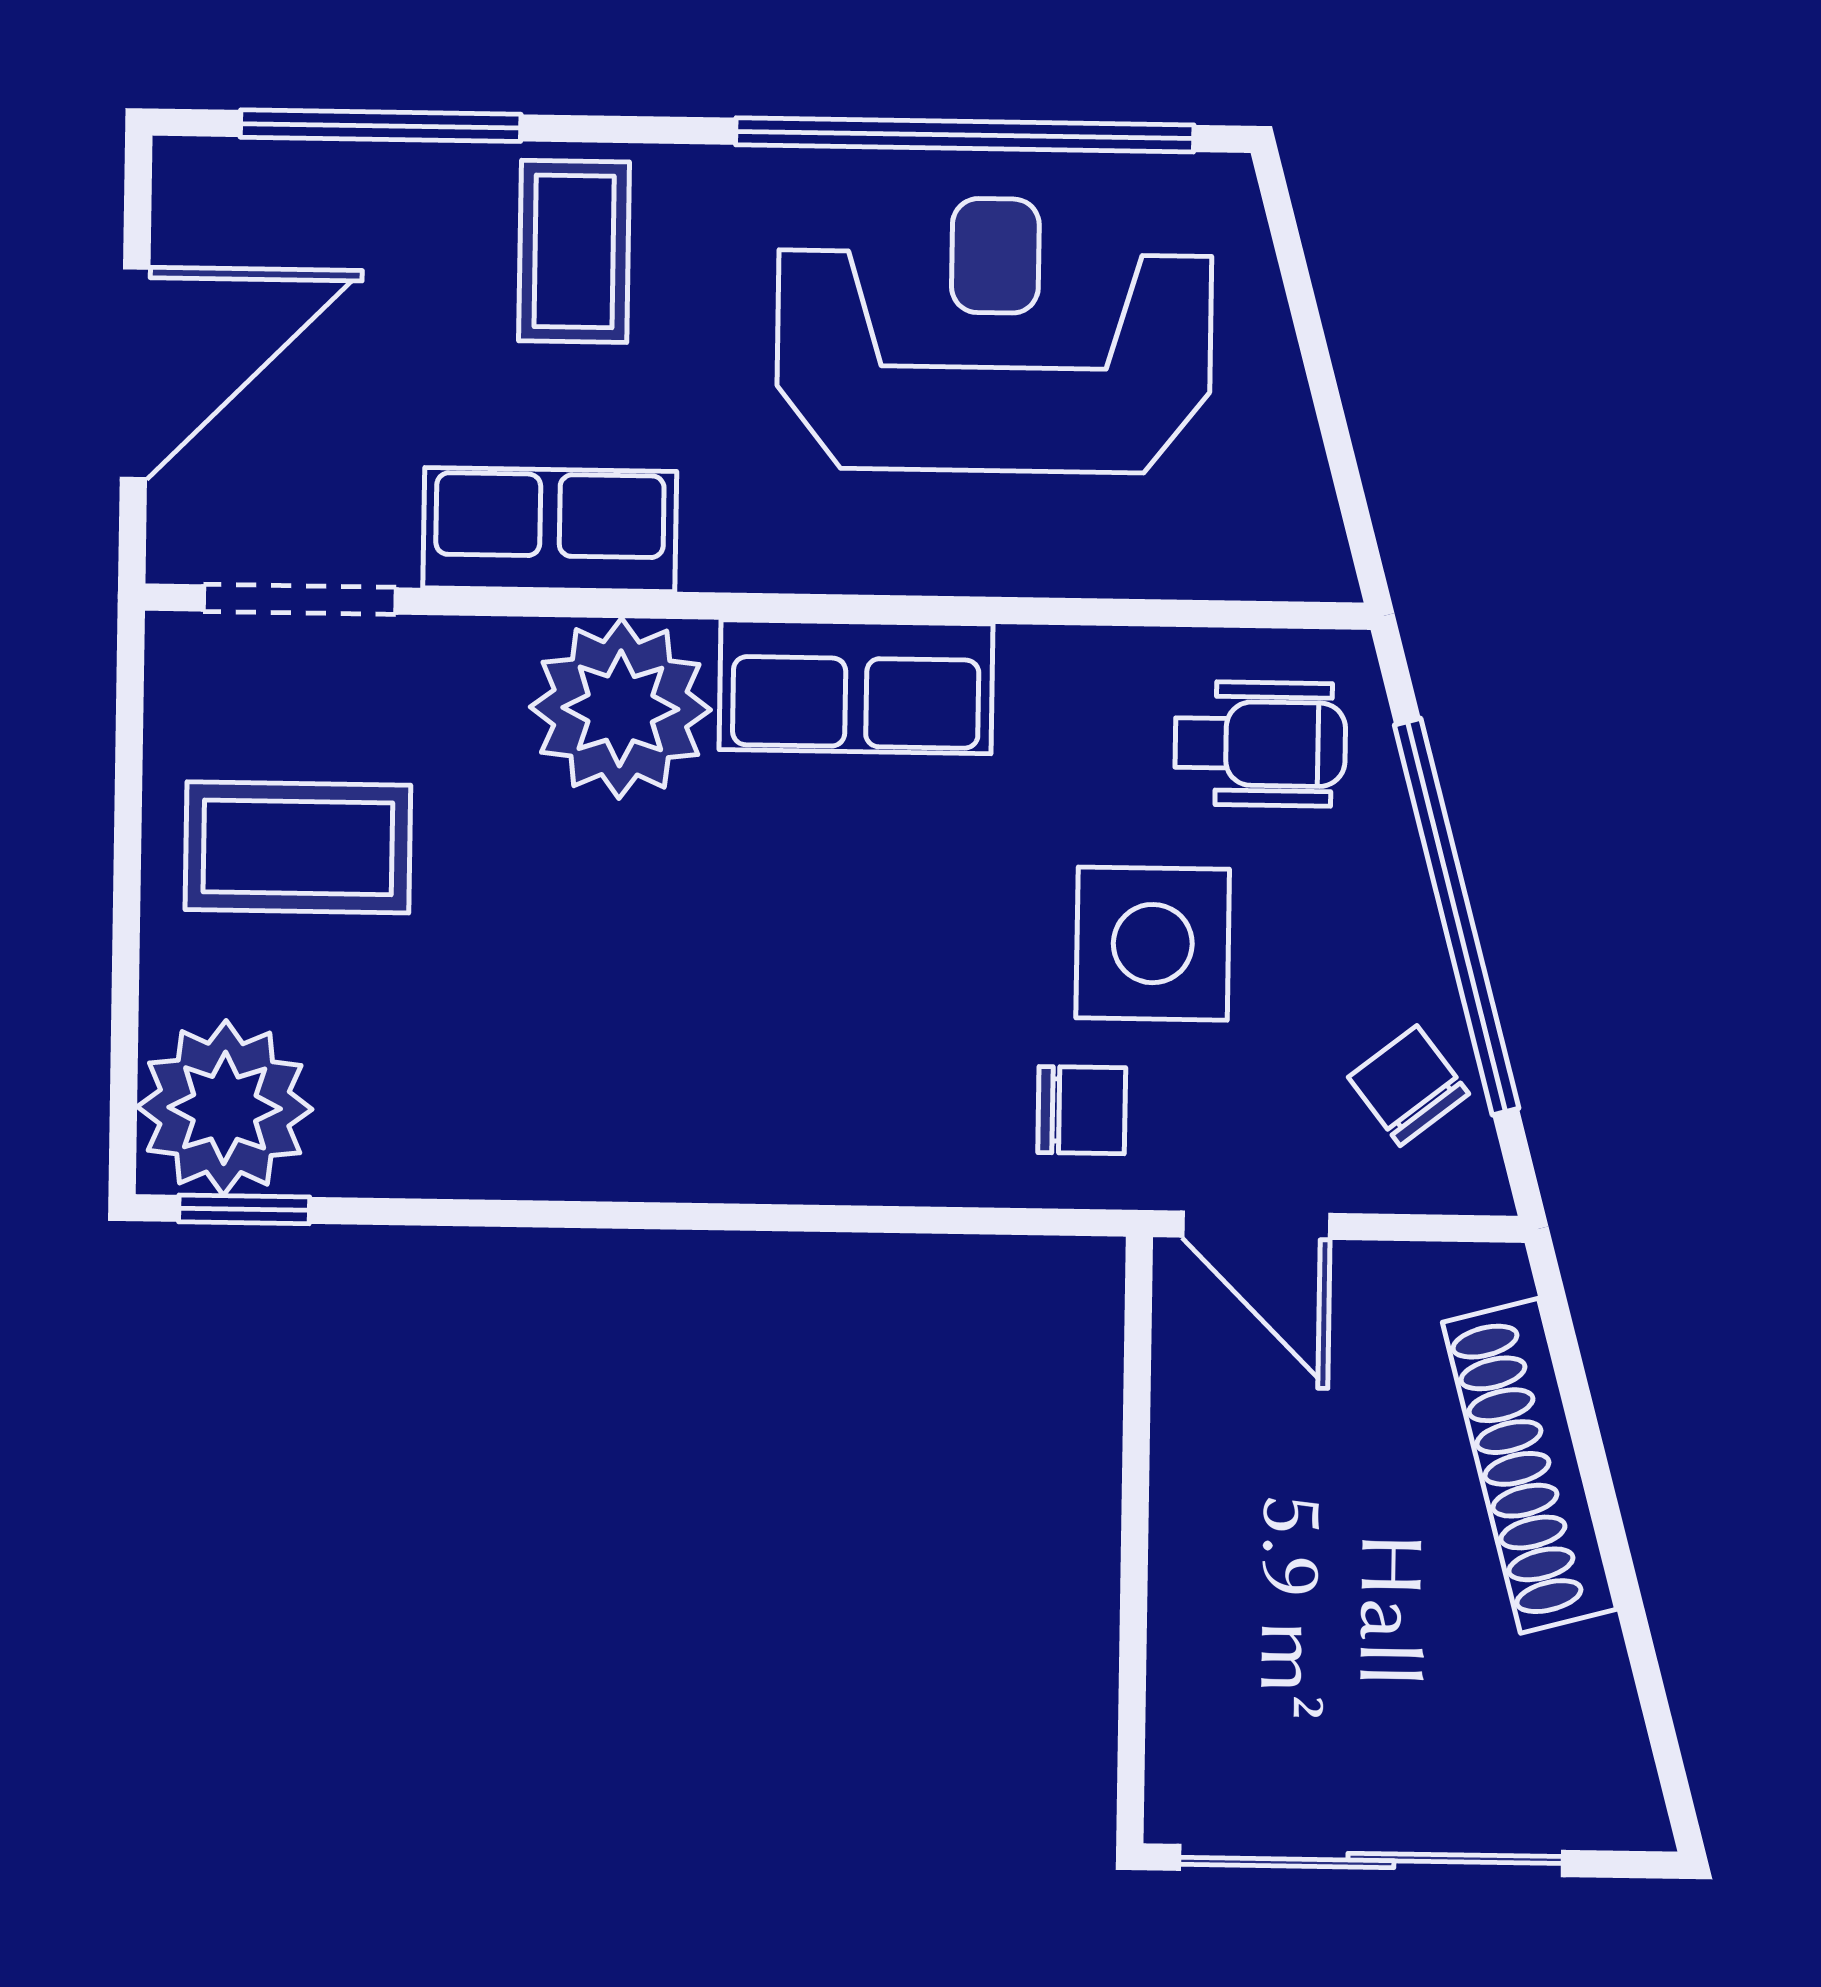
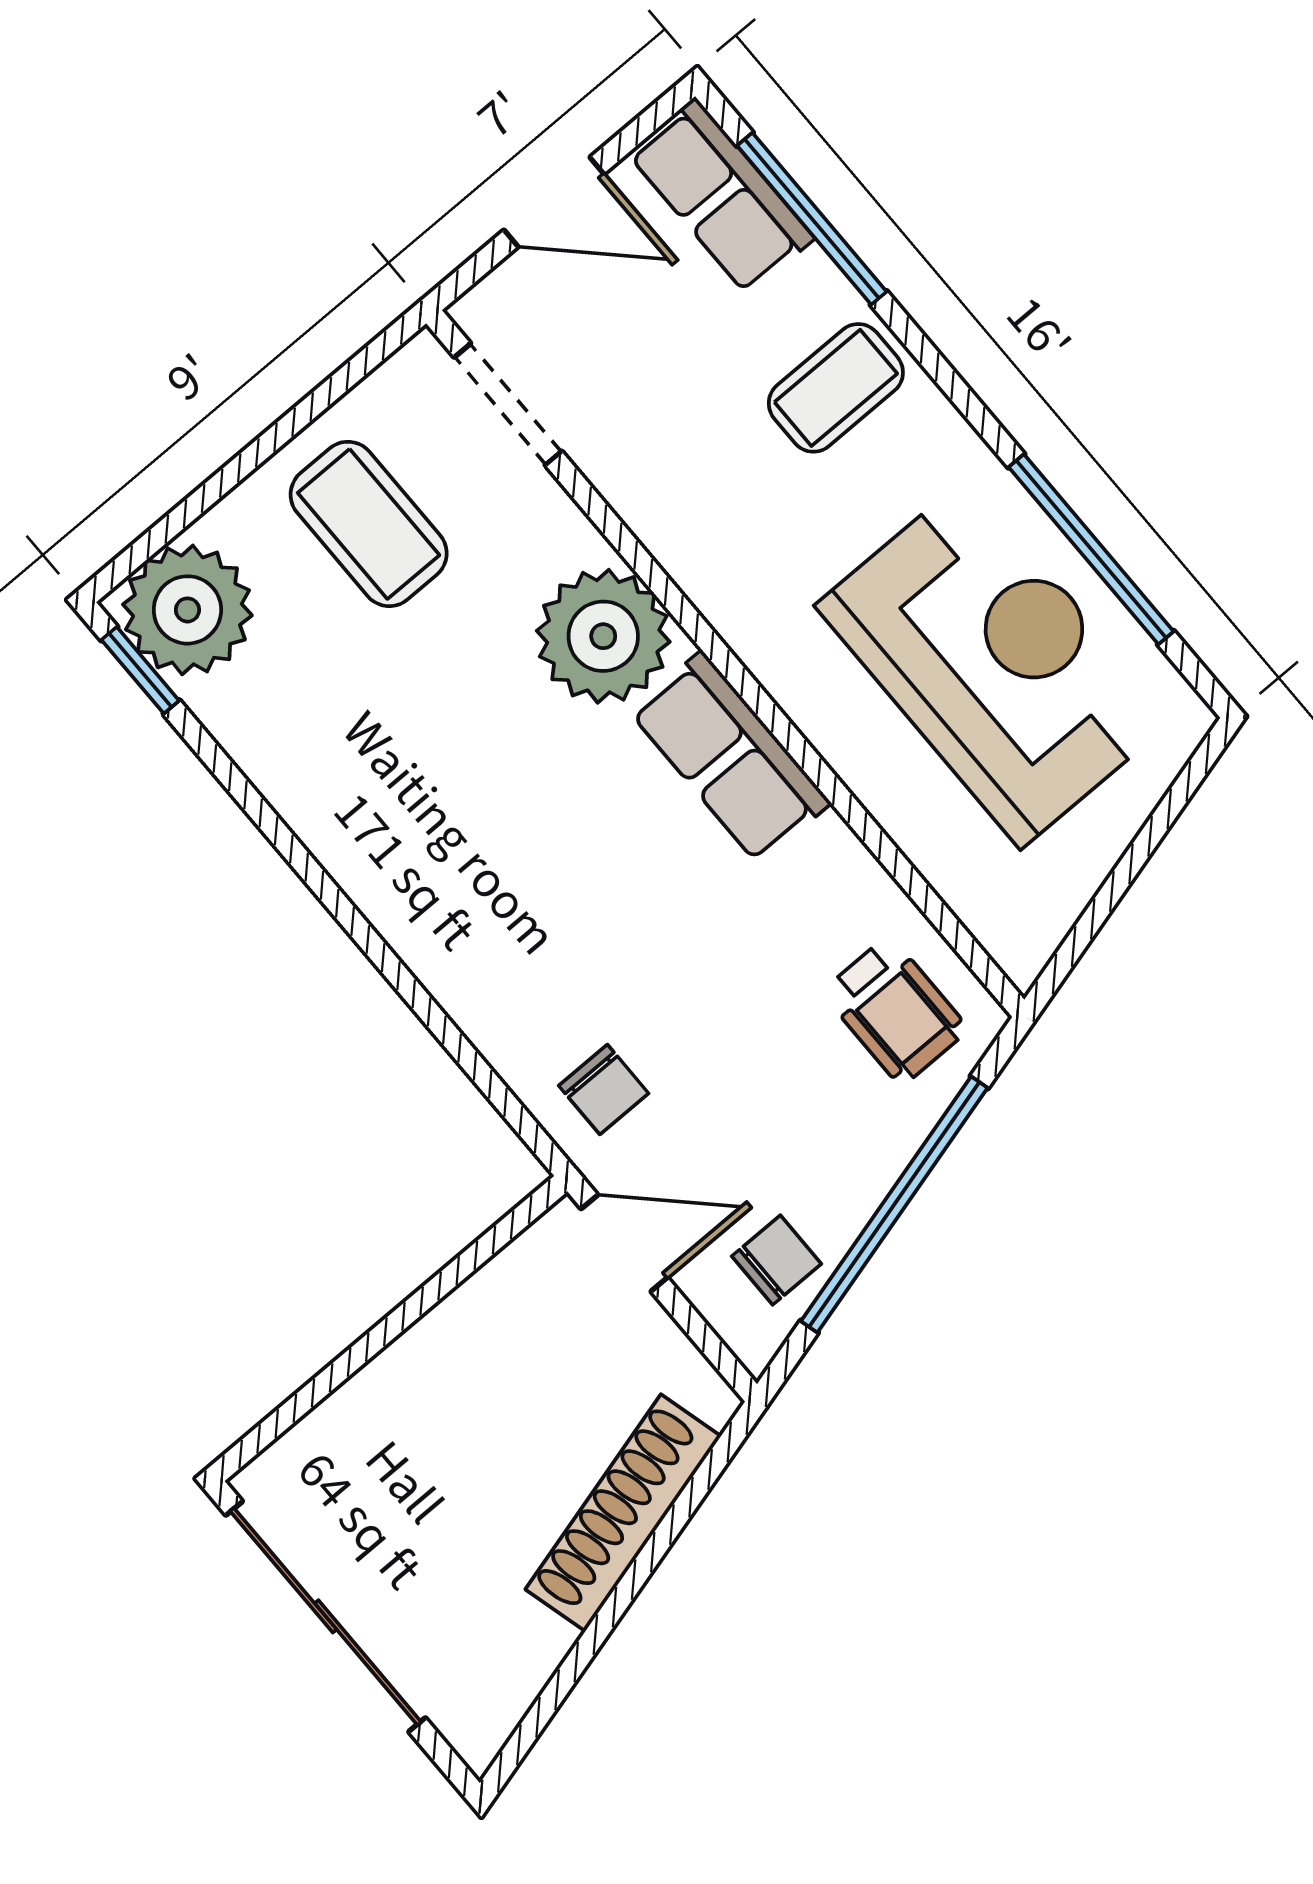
window: (965, 135) -> (1091, 549), width x0.68
door: (135, 373) -> (554, 202), width x0.73
row of seats: (550, 530) -> (721, 196), moved, turned 180
side table: (1153, 944) -> (731, 1048), removed
chair: (1408, 1086) -> (777, 1260), turned 38
door: (1256, 1225) -> (624, 1243), swing flipped

